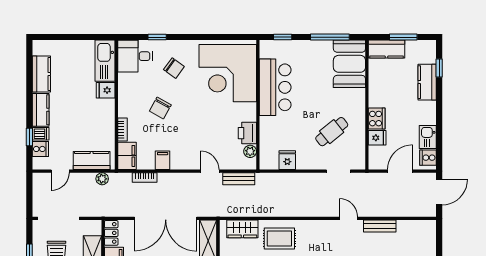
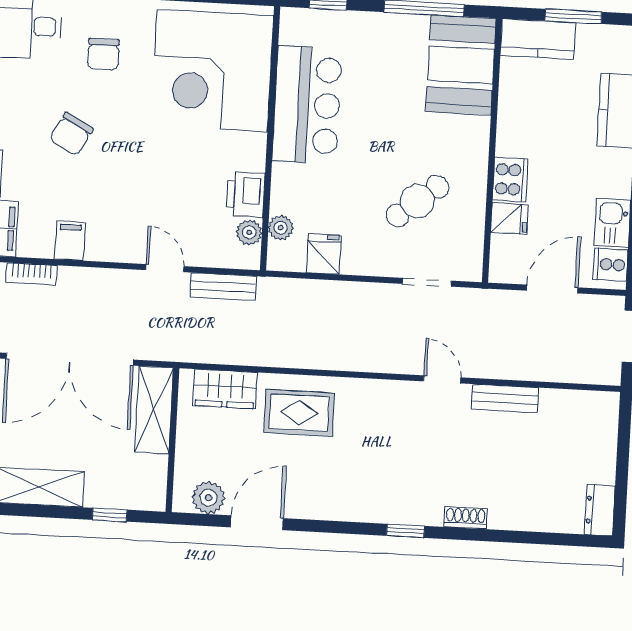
chair: (174, 68) -> (103, 54), turned 54
plant: (265, 148) -> (281, 228), added

